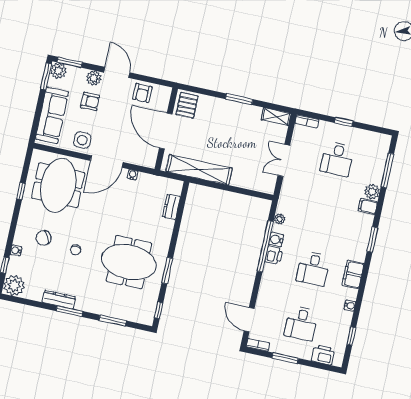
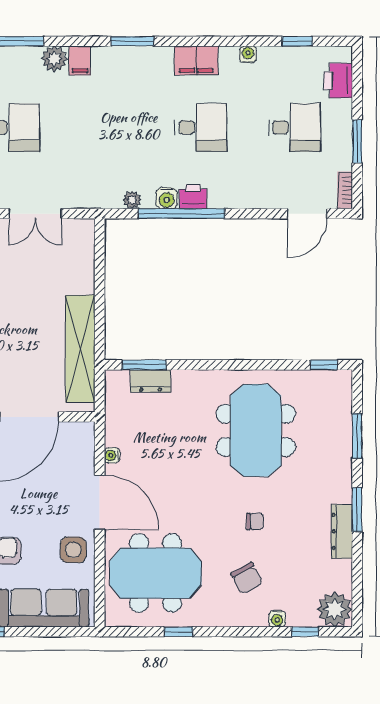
window: (167, 271) -> (144, 365), moved

